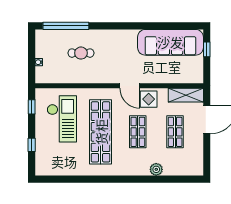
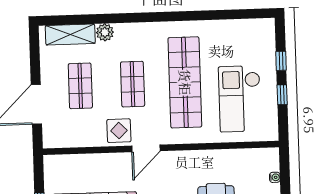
door: (130, 86) -> (146, 148), swing flipped
shelving: (186, 95) -> (70, 34), moved
window: (32, 107) -> (282, 95), moved

